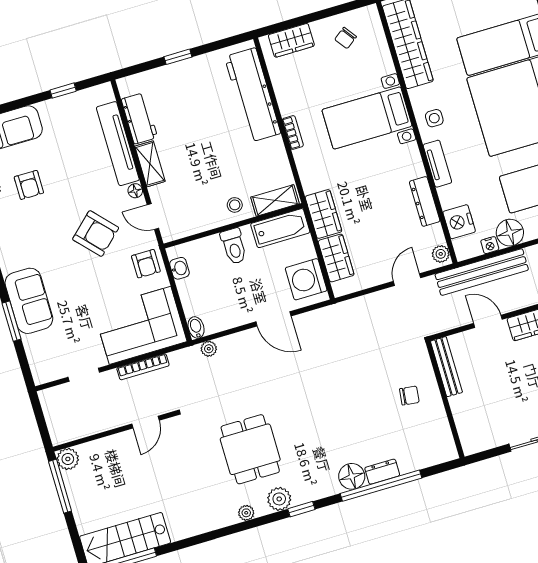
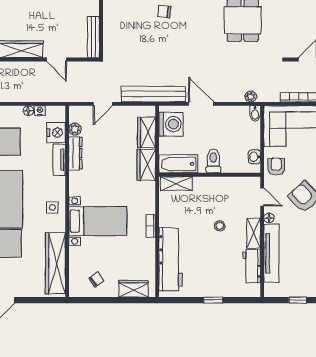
tv unit: (437, 164) -> (59, 160), moved
stool: (235, 205) -> (220, 226), moved
floor lamp: (510, 233) -> (28, 111), width x0.53, depth x0.53
plant: (441, 254) -> (75, 129), moved
bench: (482, 272) -> (153, 94), moved
chair: (409, 396) -> (164, 11), moved

